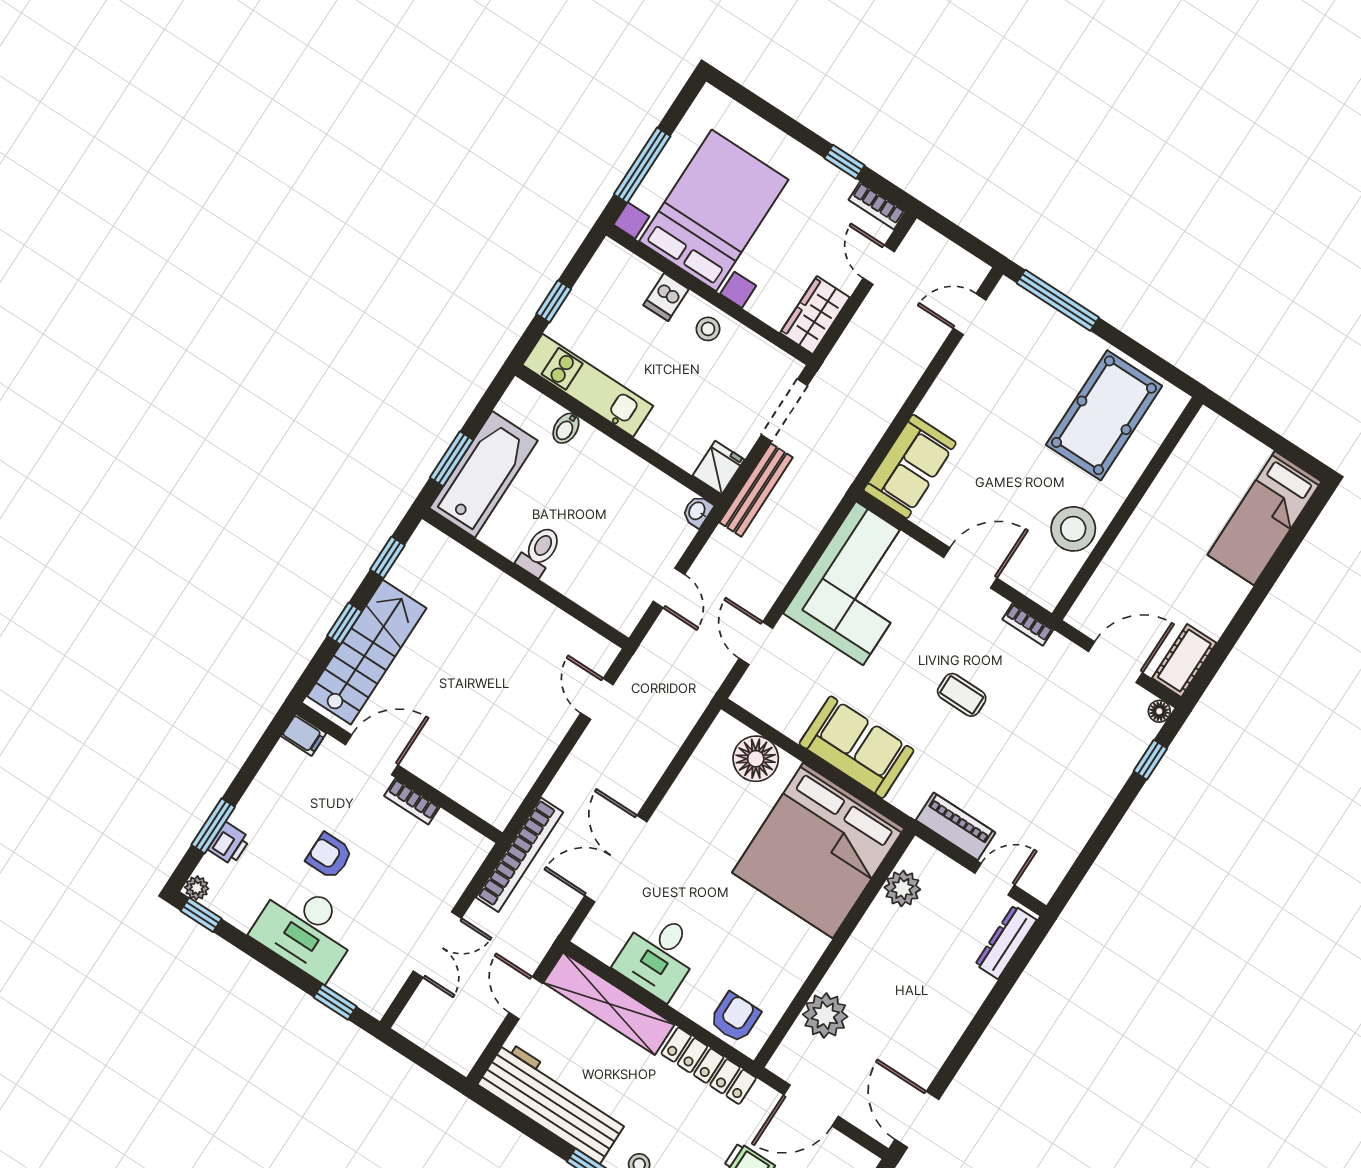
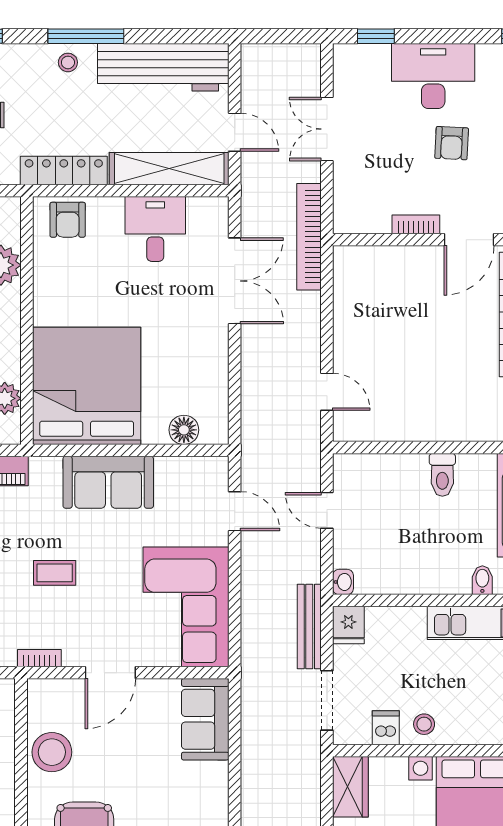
dishwasher: (666, 297) -> (386, 728), moved
floor lamp: (756, 759) -> (184, 430), width x0.73, depth x0.73
armchair: (329, 856) -> (452, 143), turned 93

